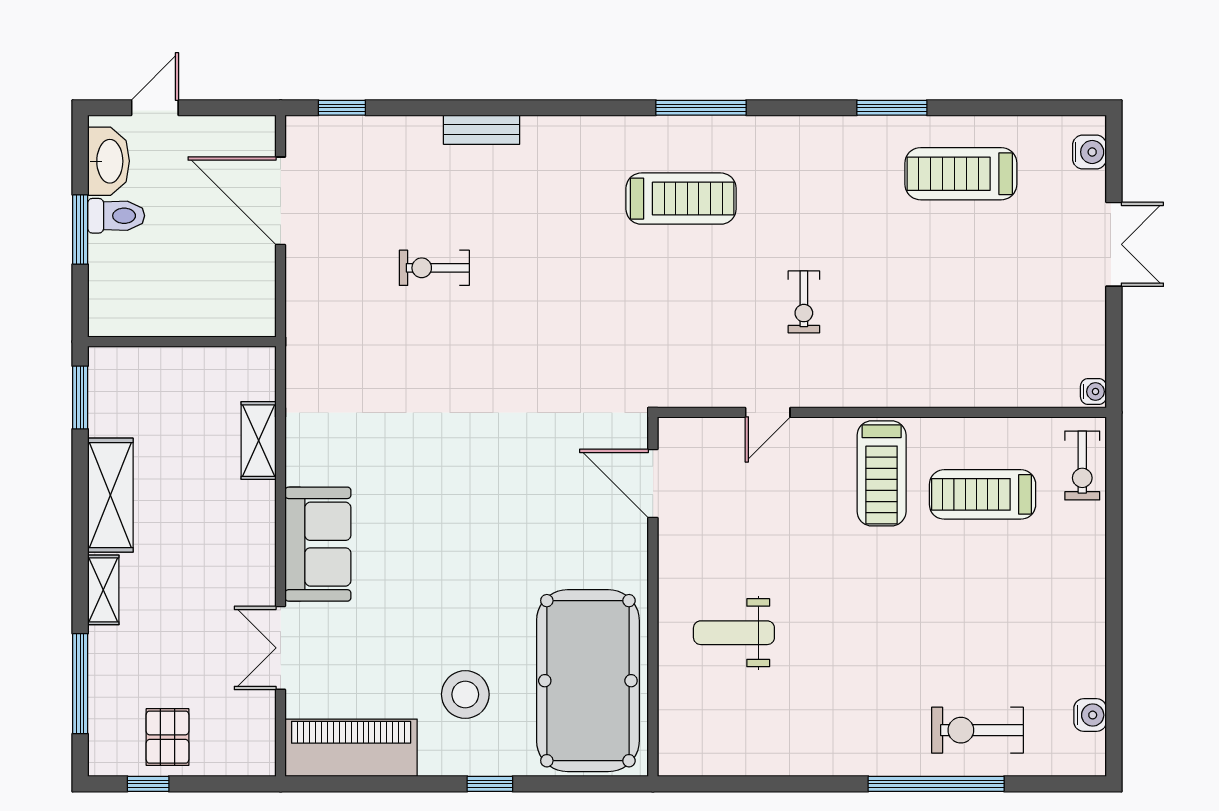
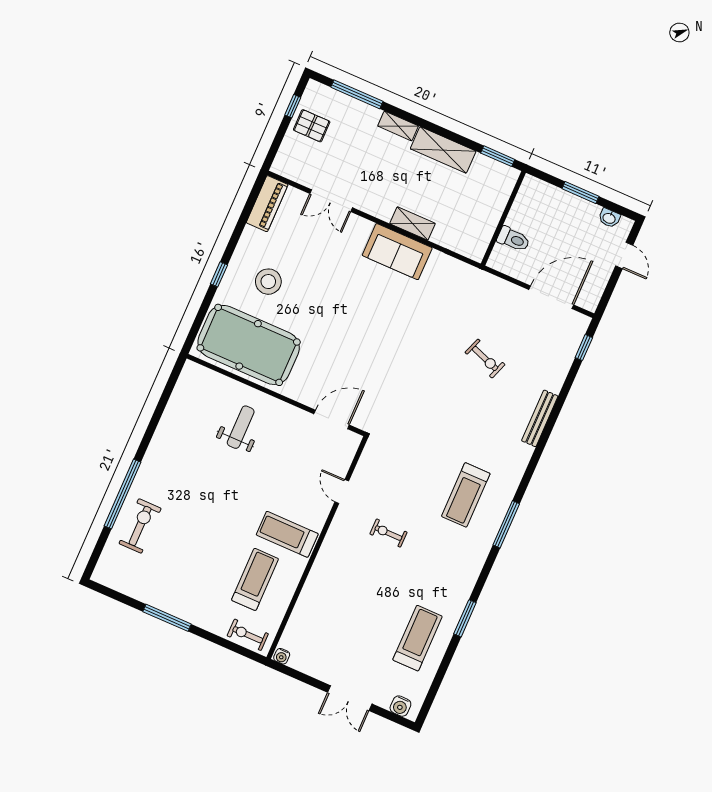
bench: (482, 130) -> (540, 418), width x1.36
washbasin: (109, 161) -> (609, 218), width x0.52, depth x0.69
toilet: (116, 216) -> (513, 239), moved, turned -90
exercise bike: (434, 268) -> (485, 358), turned 110
shelving: (259, 441) -> (413, 224), moved
sofa: (318, 544) -> (397, 252), moved
window: (1114, 616) -> (167, 618), added
double door: (281, 648) -> (331, 201), swing flipped
water cooler: (1090, 715) -> (123, 585), removed
piano: (351, 748) -> (267, 204), width x0.73, depth x0.75

